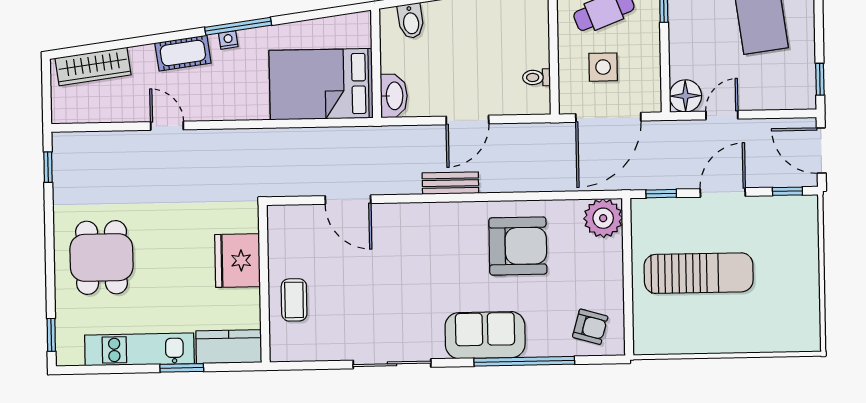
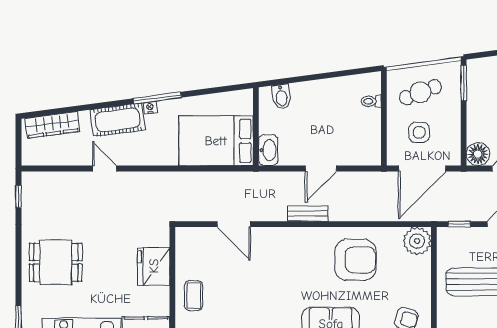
cot: (183, 53) -> (118, 120), width x1.37, depth x1.34
toilet: (537, 77) -> (371, 101), moved
dining table: (102, 257) -> (56, 262), turned 90

